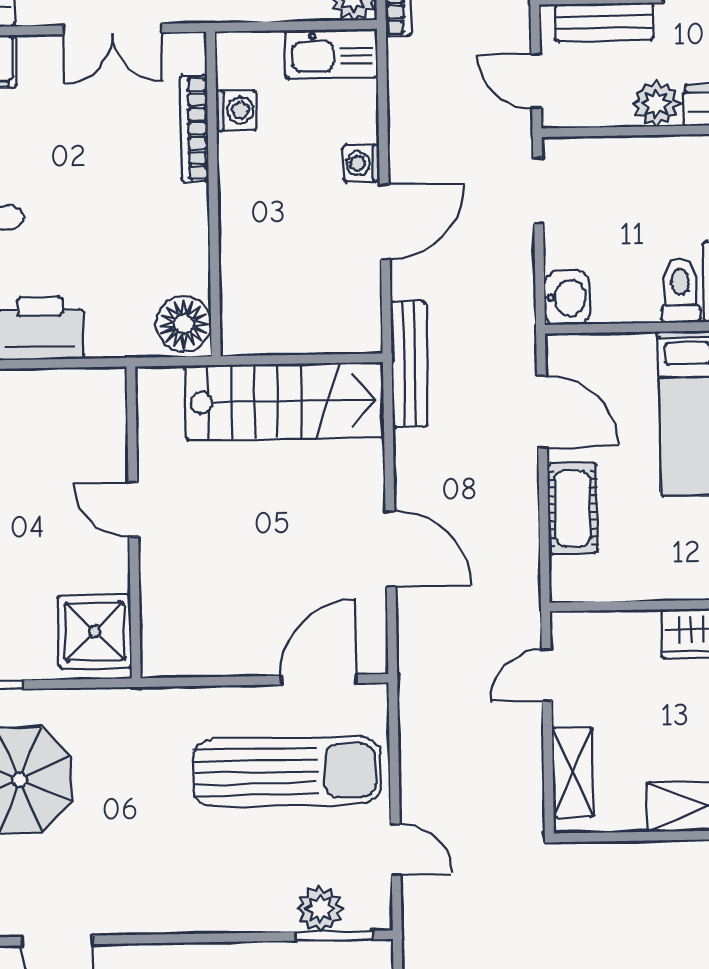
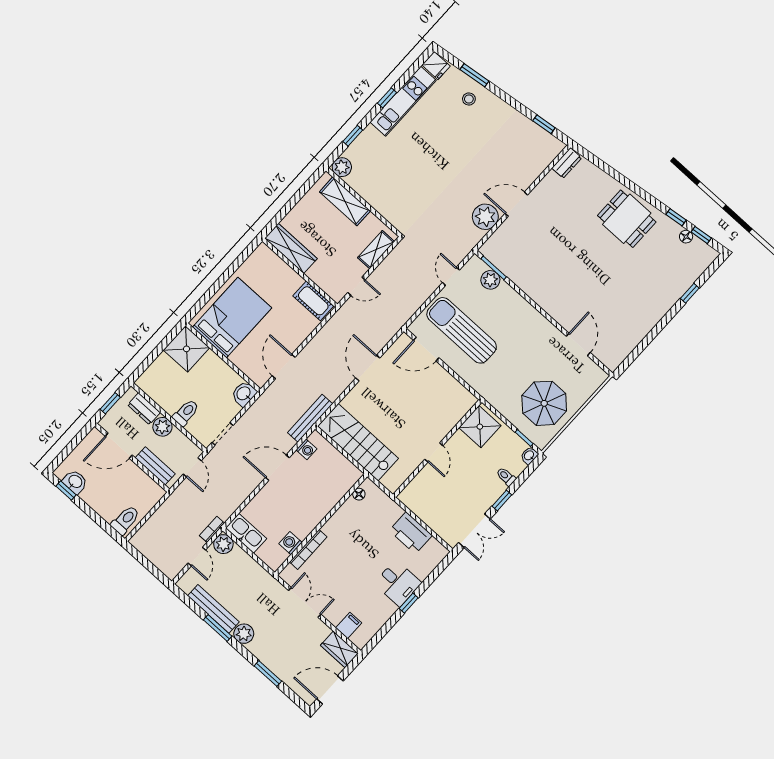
washing machine: (361, 163) -> (306, 449), moved
toilet: (680, 291) -> (186, 413), moved, turned 180
floor lamp: (184, 324) -> (359, 494), width x0.53, depth x0.53
cot: (573, 508) -> (313, 301), moved, turned 90

